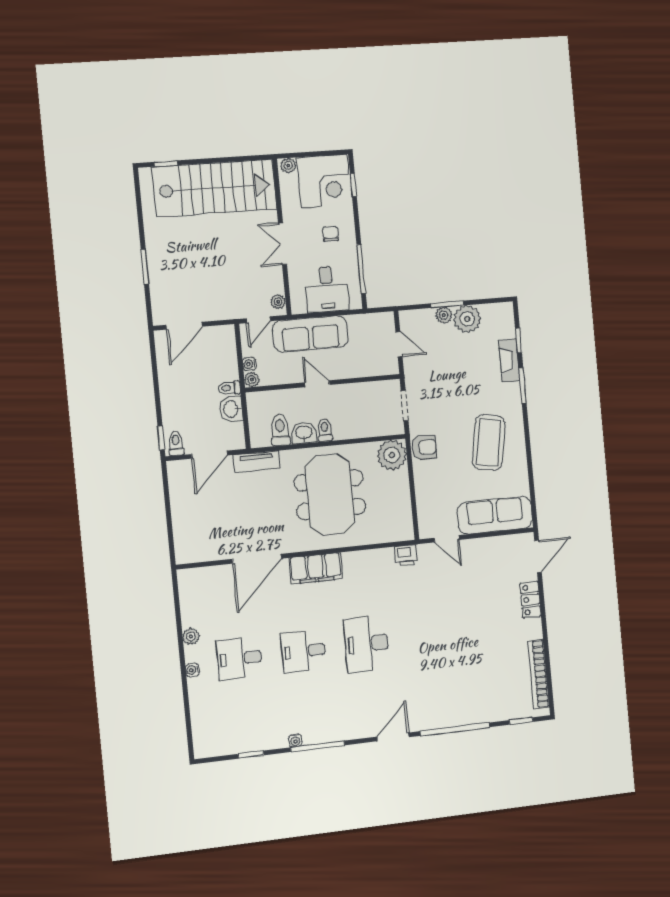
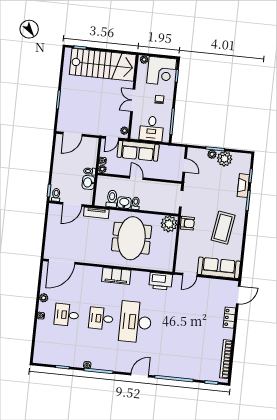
door: (447, 539) -> (190, 275), hinge flipped
printer: (406, 555) -> (161, 281), width x1.87, depth x1.48
door: (257, 559) -> (62, 262), moved
desk: (367, 644) -> (135, 322), width x1.36, depth x1.30

